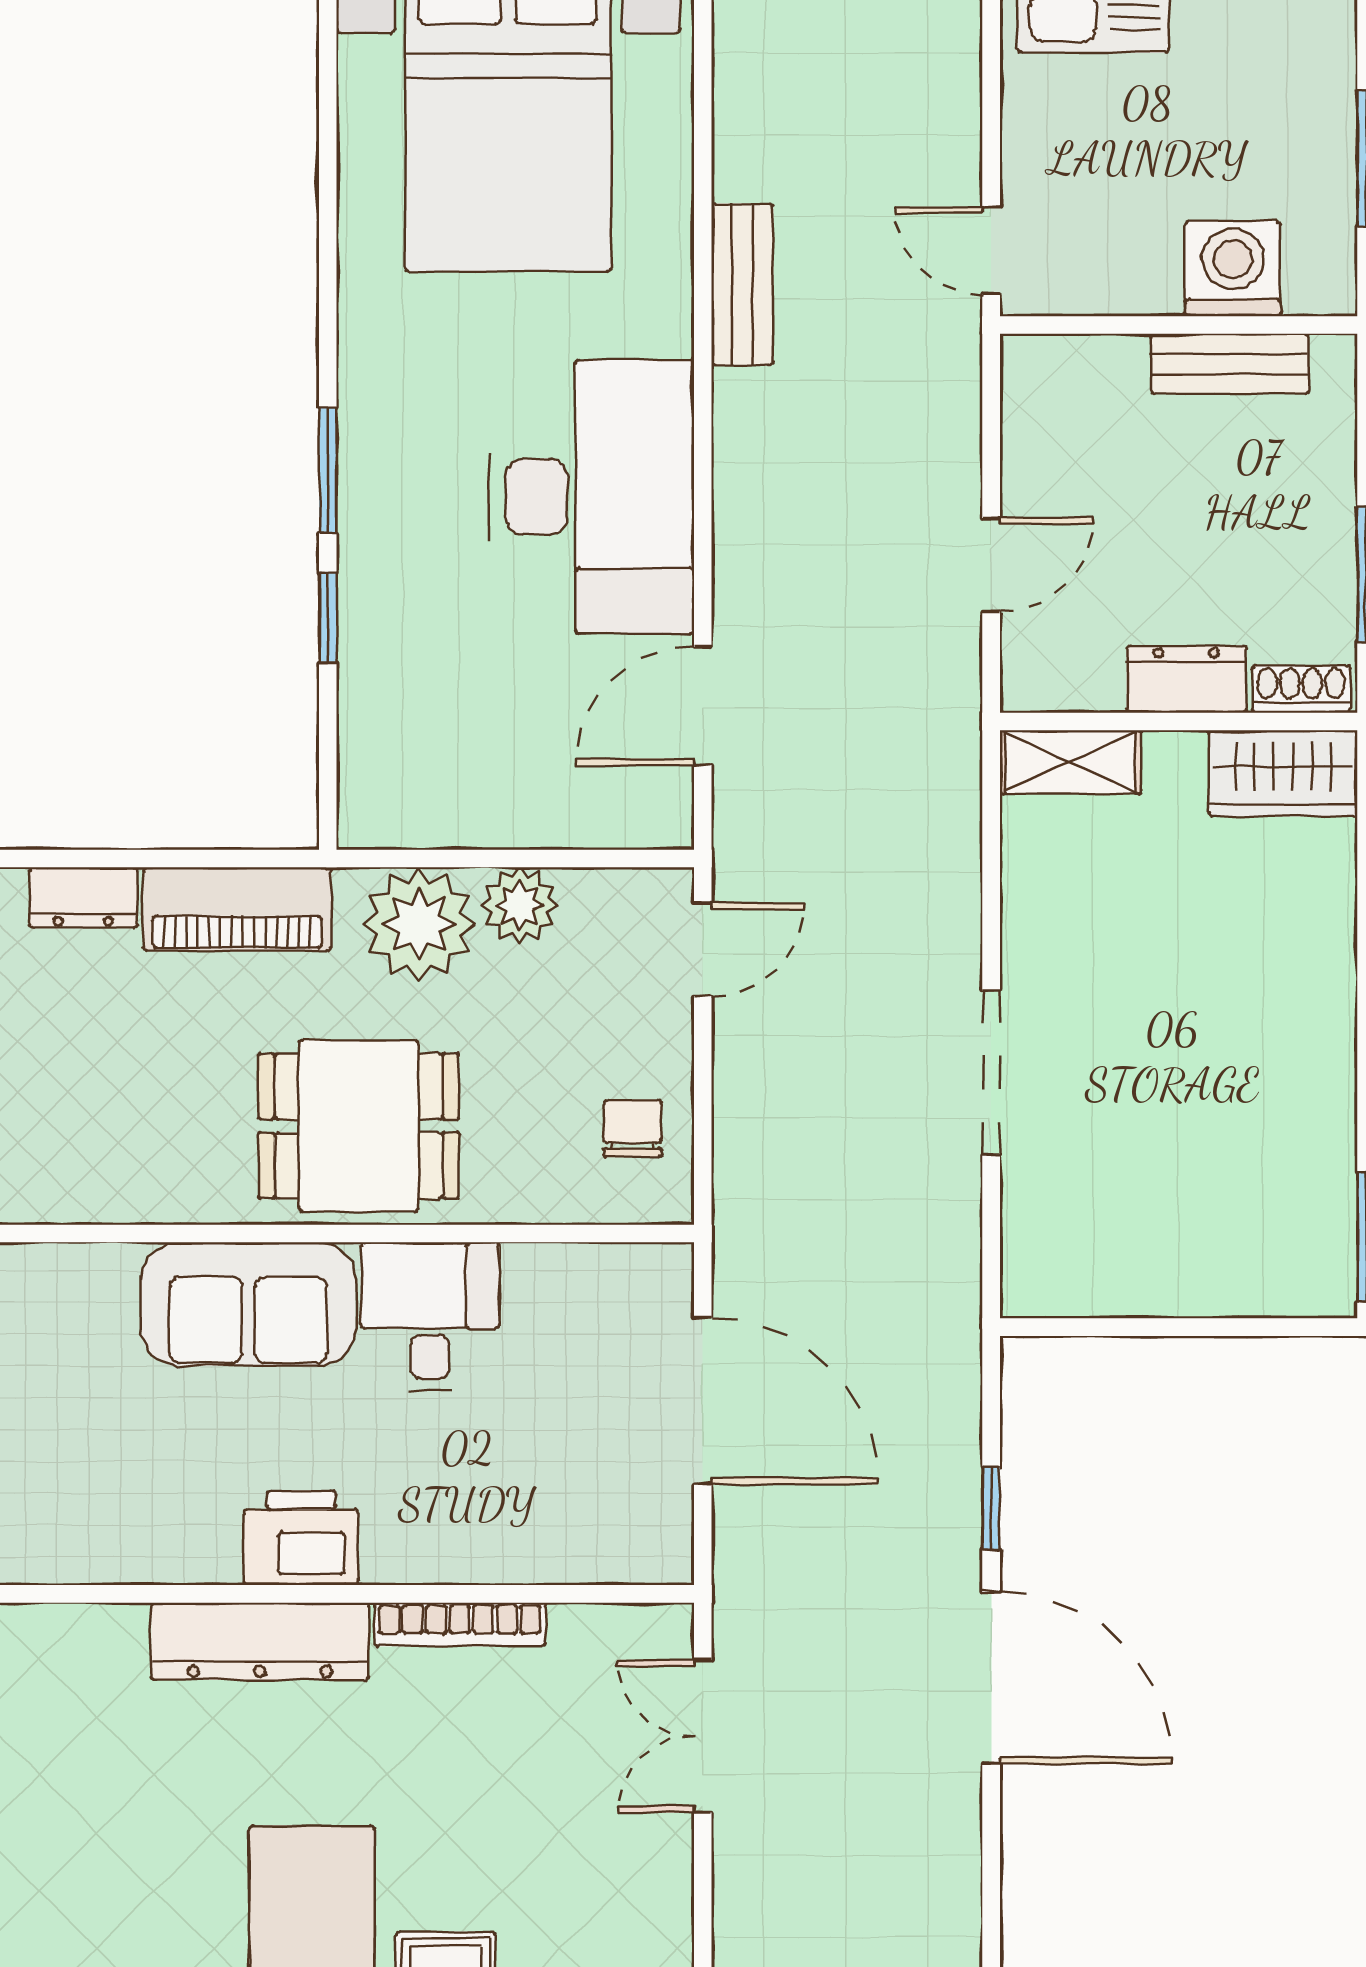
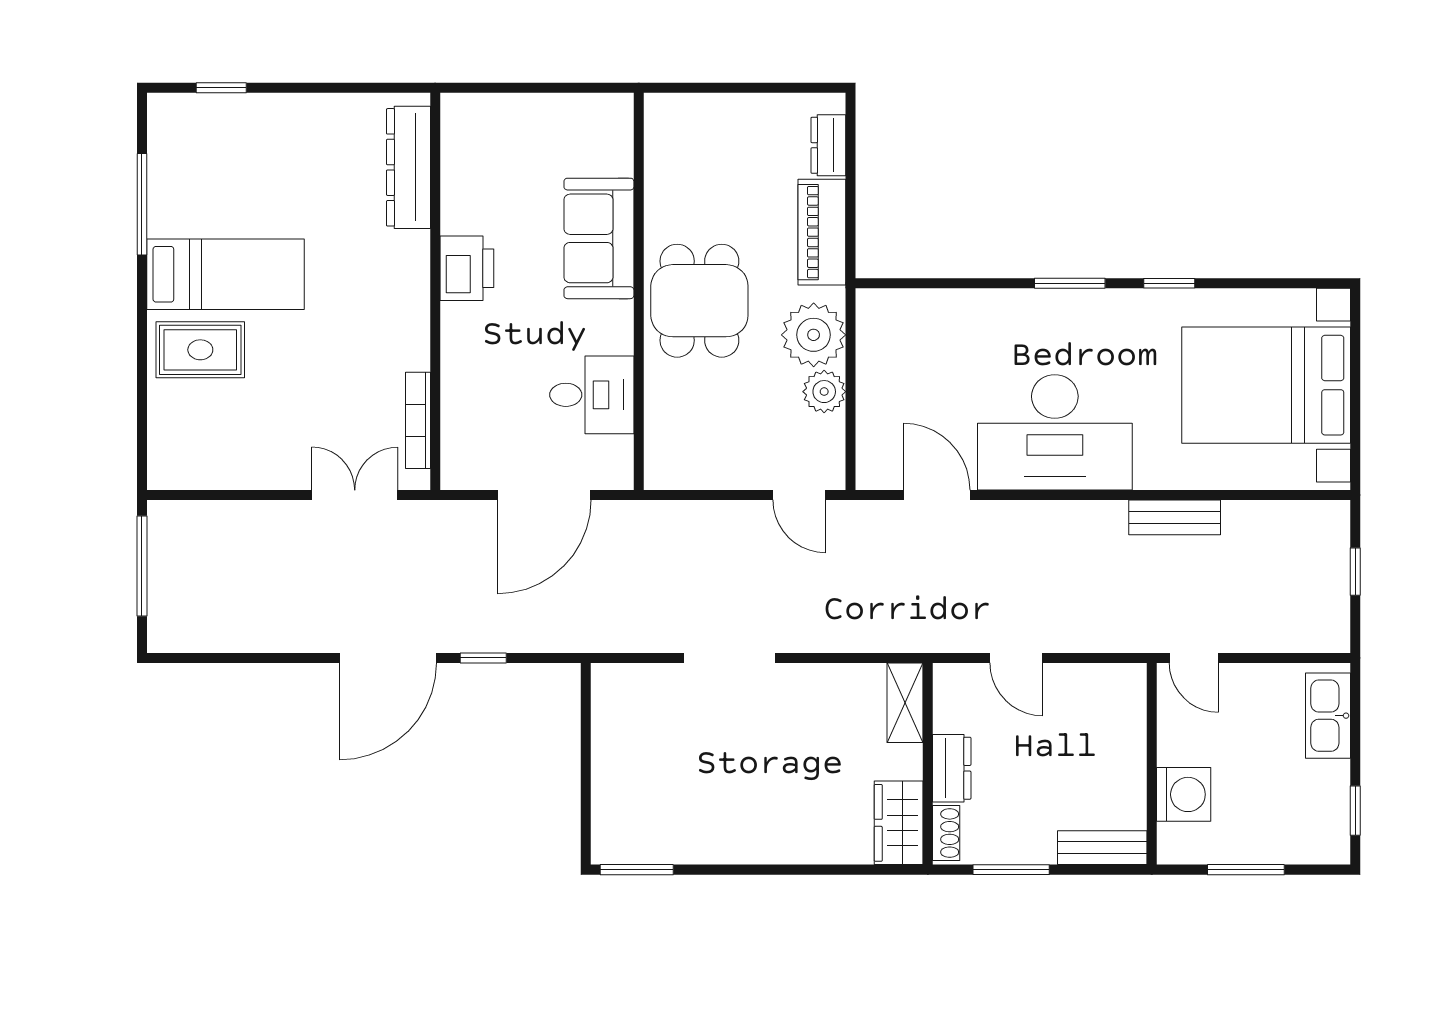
door: (991, 251) -> (1194, 658), swing flipped
bench: (1230, 364) -> (1102, 848), moved, turned 90
window: (328, 618) -> (1169, 283), moved
chair: (633, 1128) -> (698, 455), removed
desk: (430, 1317) -> (592, 395), moved
bookcase: (460, 1624) -> (418, 420), moved
dresser: (260, 1641) -> (408, 167), moved

